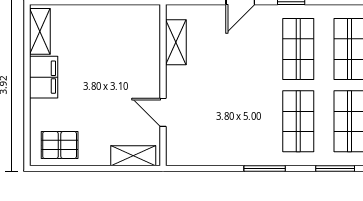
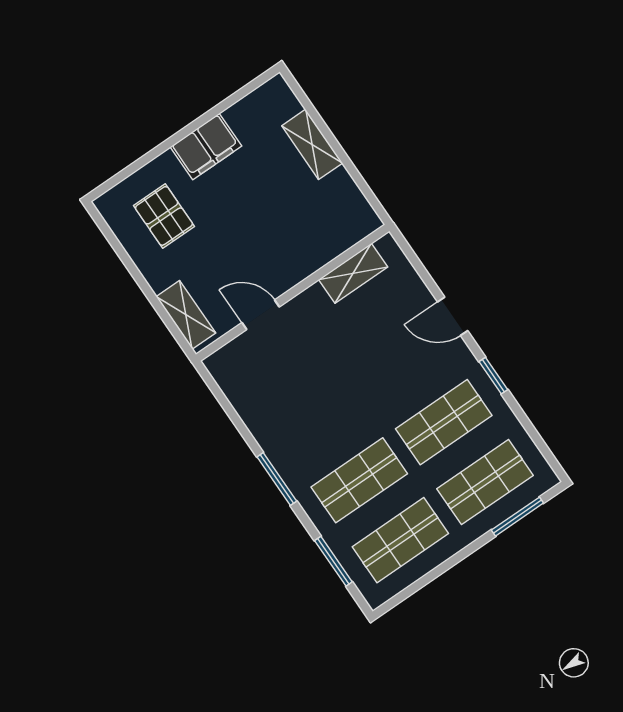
shelving: (40, 31) -> (312, 144), moved, turned 90
door: (163, 112) -> (261, 315), hinge flipped
pallet: (60, 145) -> (164, 216), moved

